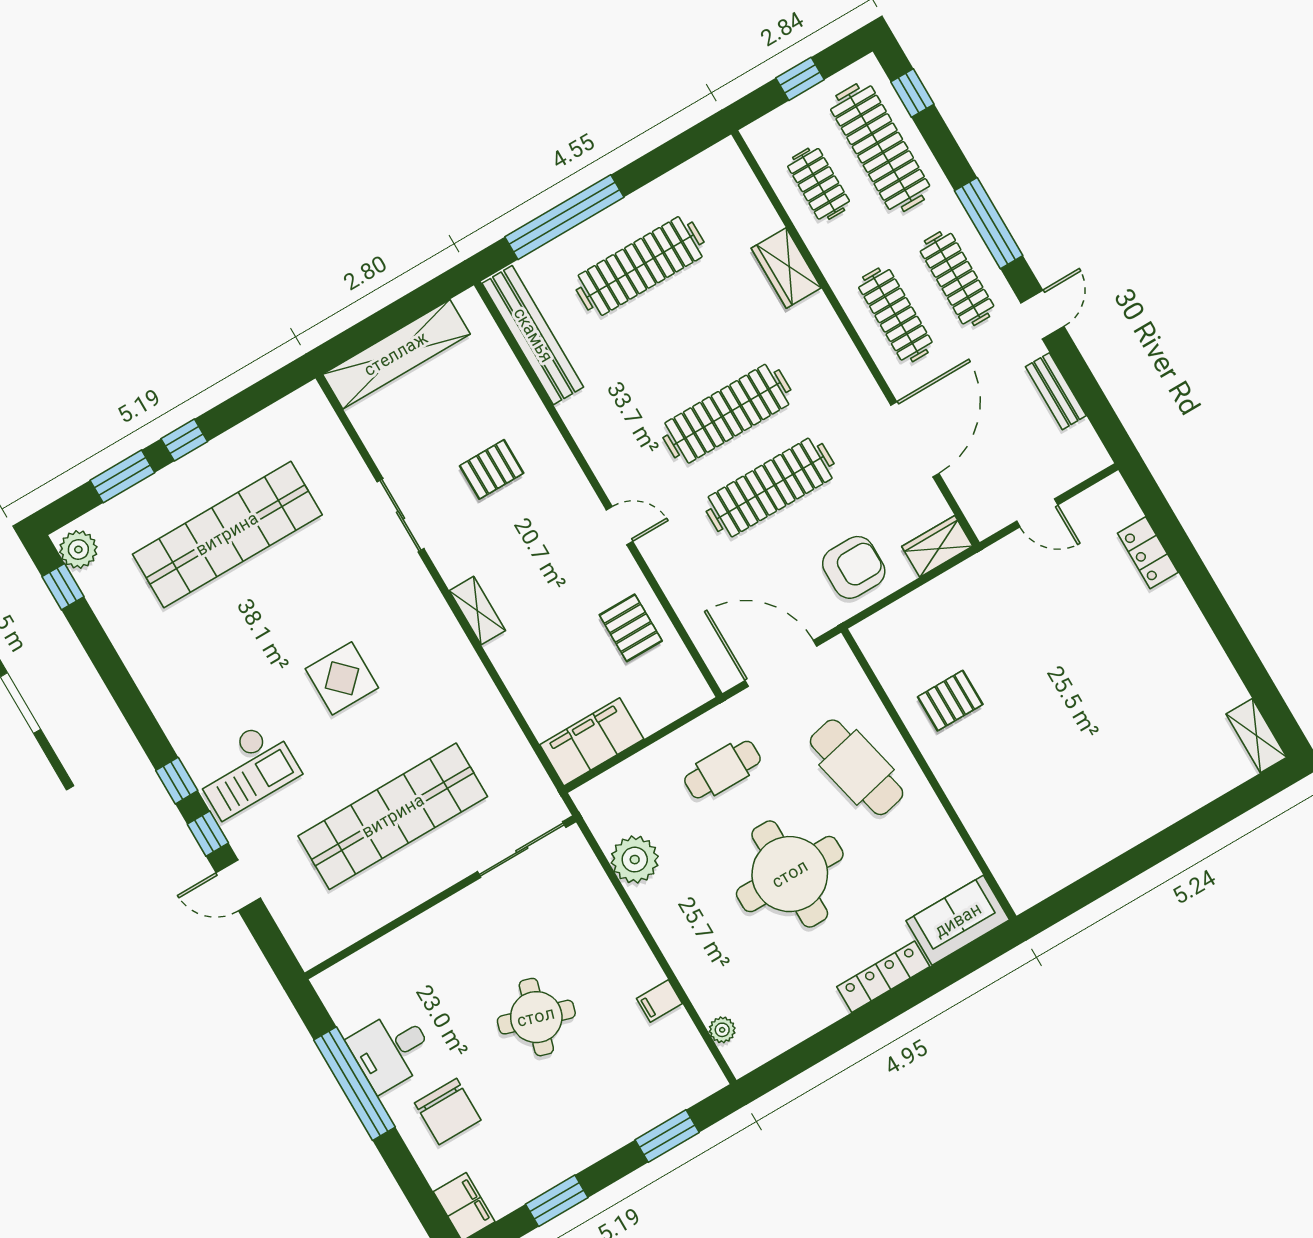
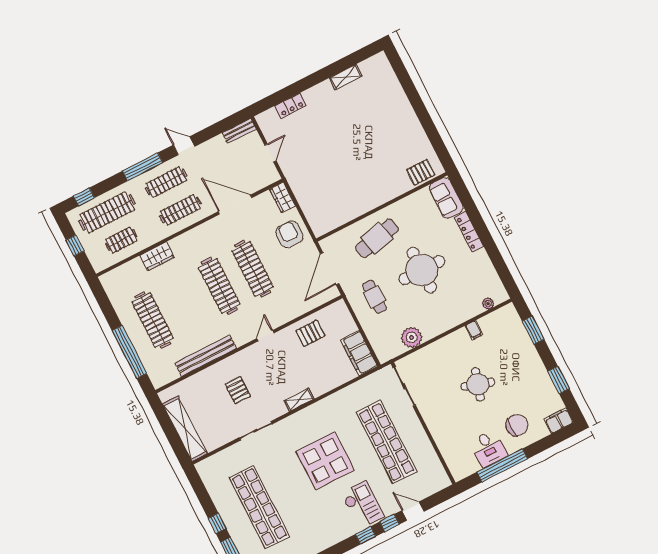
bench: (533, 335) -> (206, 356), moved
bench: (1056, 391) -> (239, 131), moved
display table: (342, 678) -> (325, 461), width x1.86, depth x1.86
pallet: (950, 701) -> (421, 172), moved, turned 90
shelving: (1256, 736) -> (346, 77), moved
door: (238, 885) -> (413, 511), swing flipped

